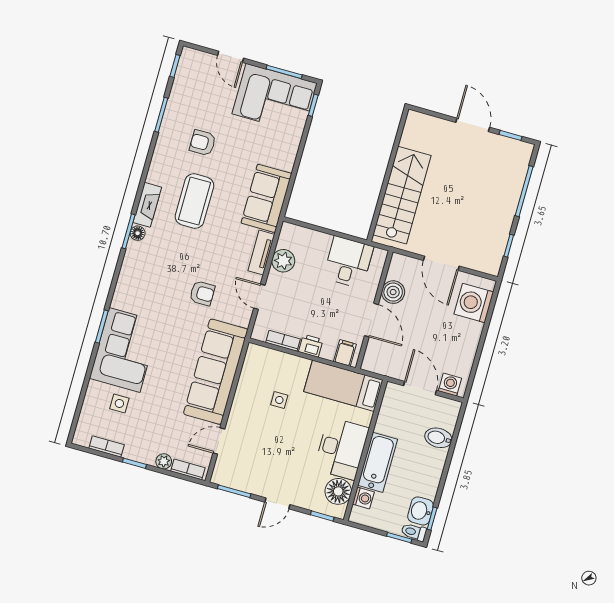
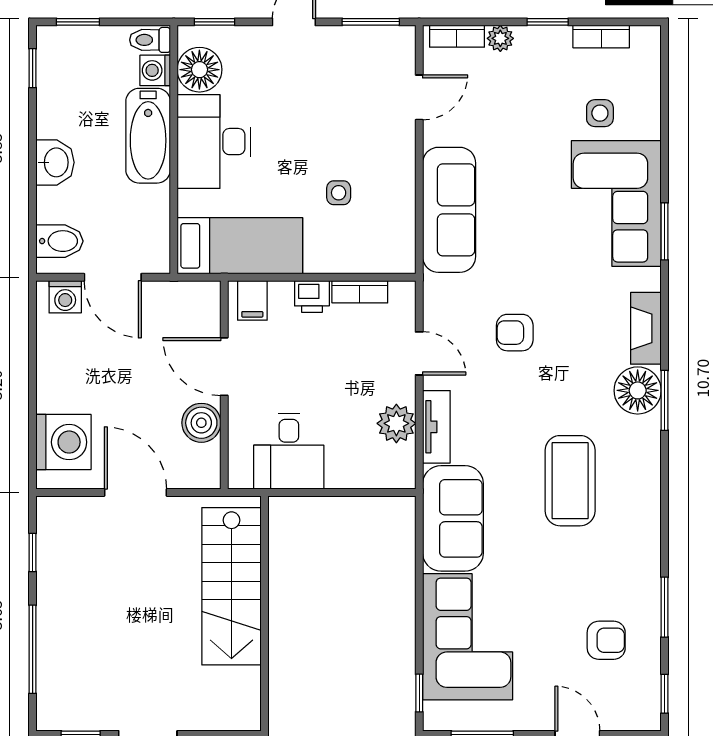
corner sofa: (275, 99) -> (468, 637), moved, turned 90
armchair: (203, 143) -> (606, 640), moved
fireplace: (147, 205) -> (646, 328), moved
floor lamp: (138, 233) -> (638, 390), width x1.89, depth x1.89
sofa: (216, 372) -> (449, 210), width x0.74, depth x0.79
bidet: (438, 438) -> (60, 241), moved
washbasin: (421, 511) -> (55, 162), moved
toilet: (414, 532) -> (150, 40), moved, turned 180

